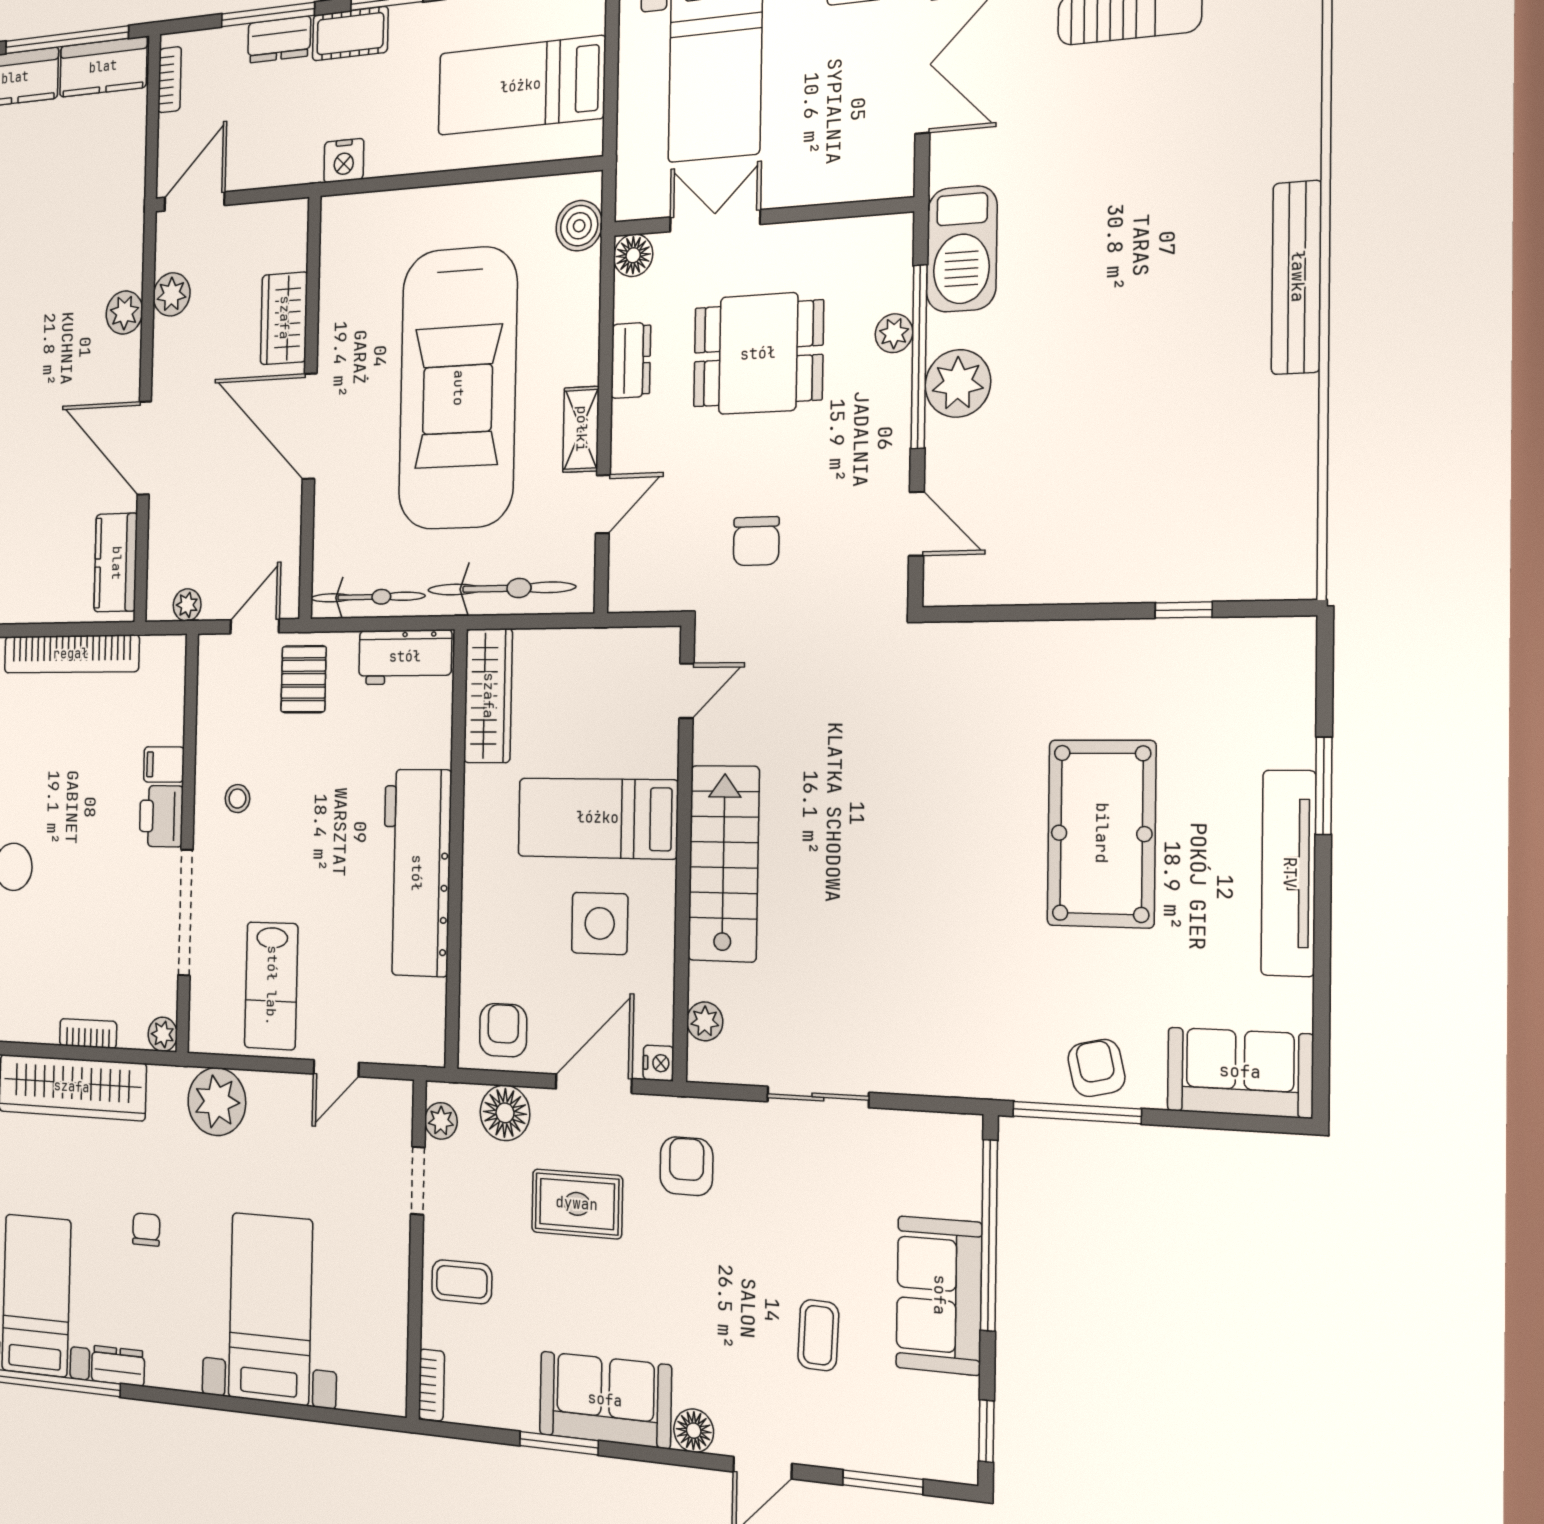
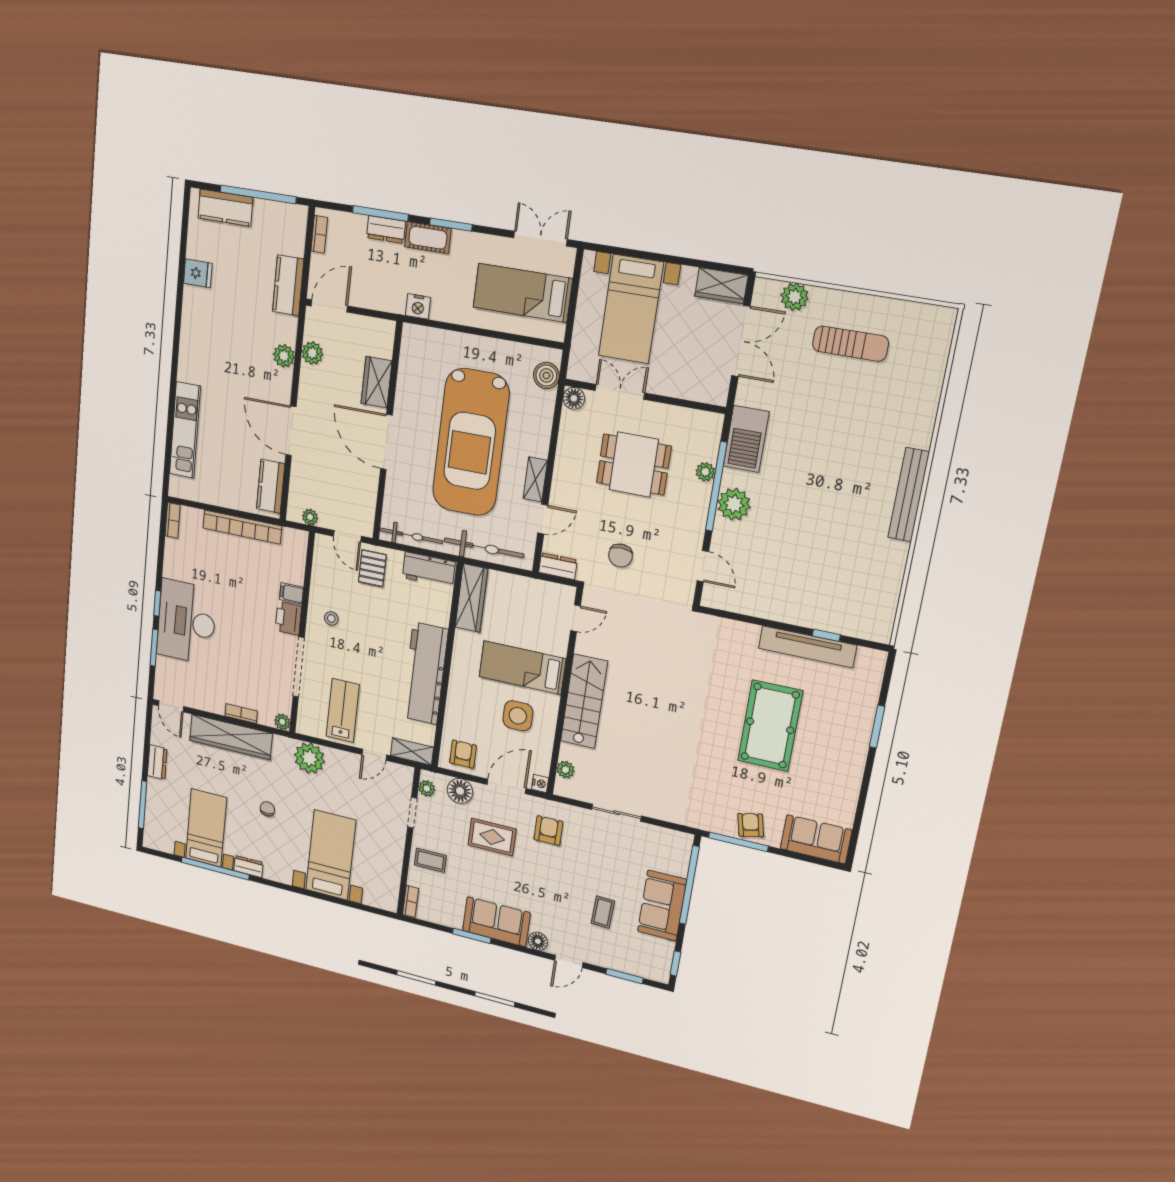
kitchen counter: (103, 67) -> (288, 285), moved, turned 90
dresser: (631, 360) -> (558, 566), moved, turned -90
door: (255, 626) -> (347, 536), swing flipped
tv unit: (1289, 873) -> (807, 647), moved, turned -90
lab bench: (271, 986) -> (343, 711), turned 180
shelving: (406, 1045) -> (412, 751), added

